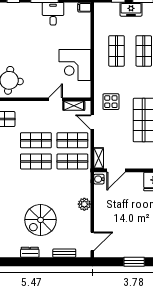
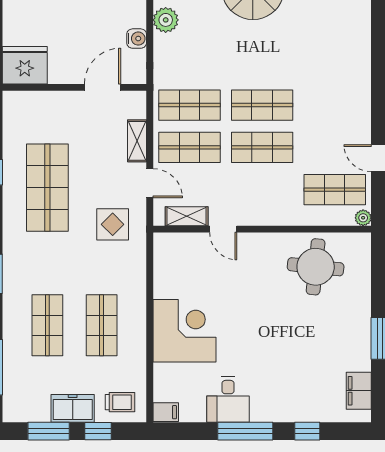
trolley: (107, 12) -> (120, 402), added
corner desk: (75, 65) -> (184, 331), moved
door: (55, 99) -> (223, 229), hinge flipped
shelving: (99, 158) -> (137, 141), moved
water cooler: (99, 179) -> (137, 39), moved

